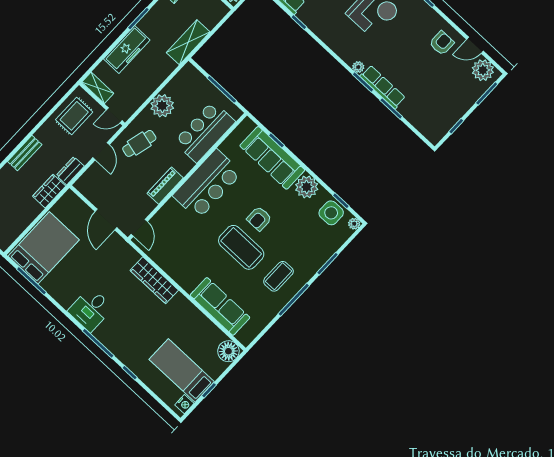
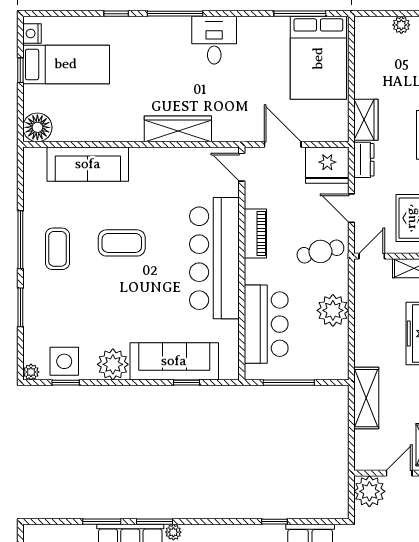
cafe table: (139, 143) -> (320, 251), turned 63
bar counter: (207, 184) -> (214, 258), width x1.36
fridge: (92, 186) -> (327, 165), added
armchair: (259, 219) -> (131, 288), removed
coffee table: (241, 247) -> (122, 243), width x0.73, depth x0.76

